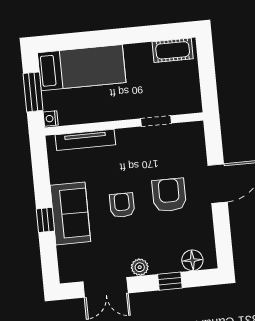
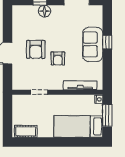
armchair: (122, 205) -> (58, 58), moved
floor lamp: (192, 260) -> (45, 11), moved
plant: (140, 267) -> (56, 10), removed

